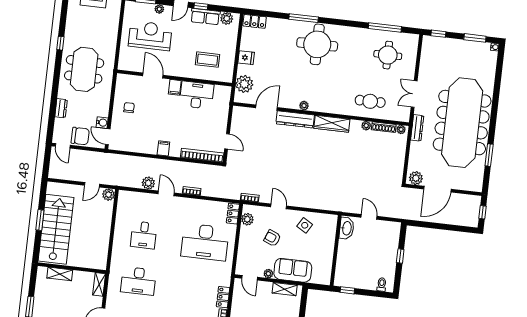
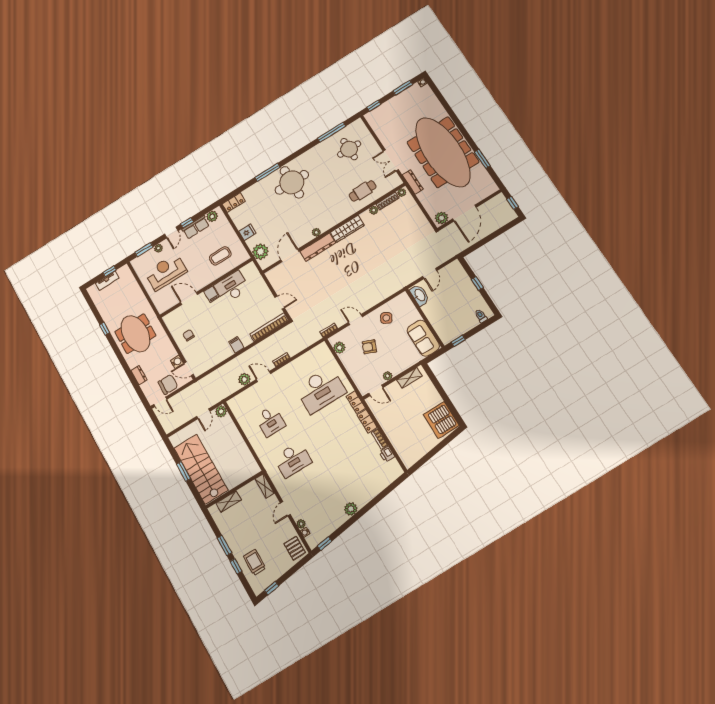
locker: (233, 214) -> (356, 402), moved
door: (369, 217) -> (430, 274), swing flipped
sofa: (293, 270) -> (423, 338), moved, turned -90

